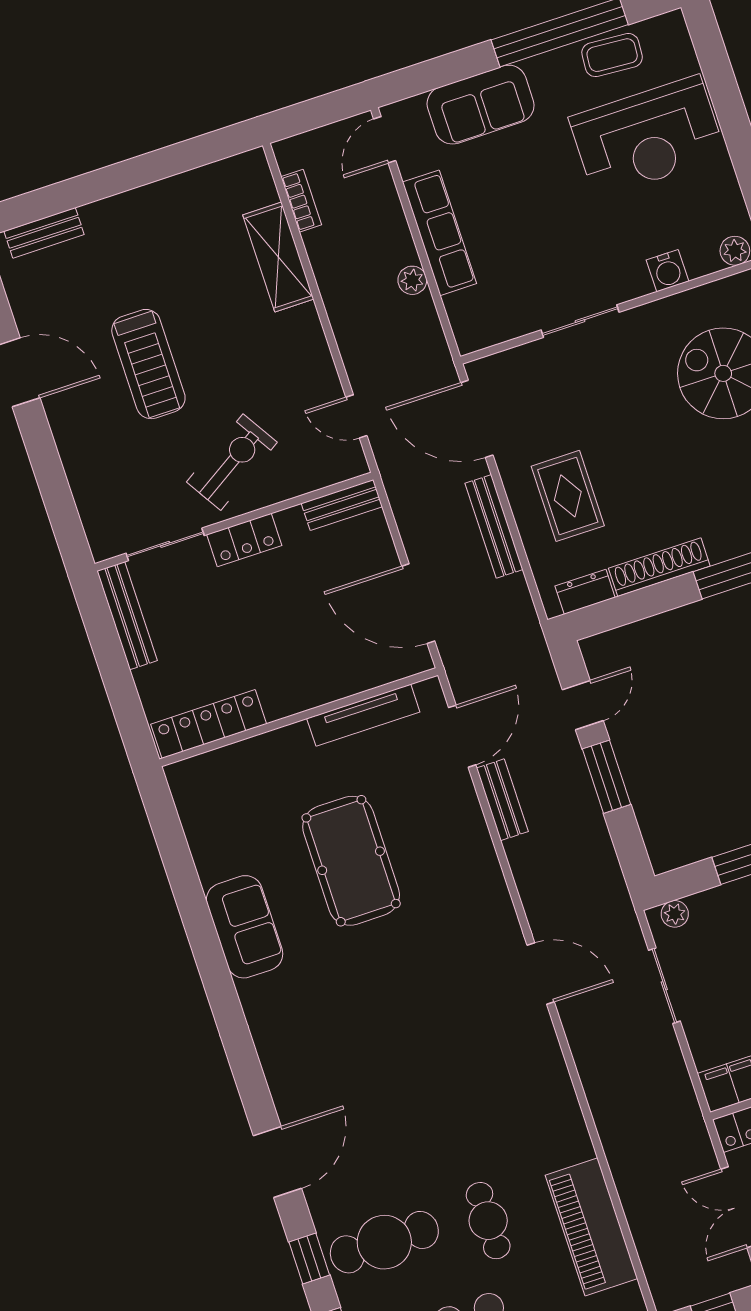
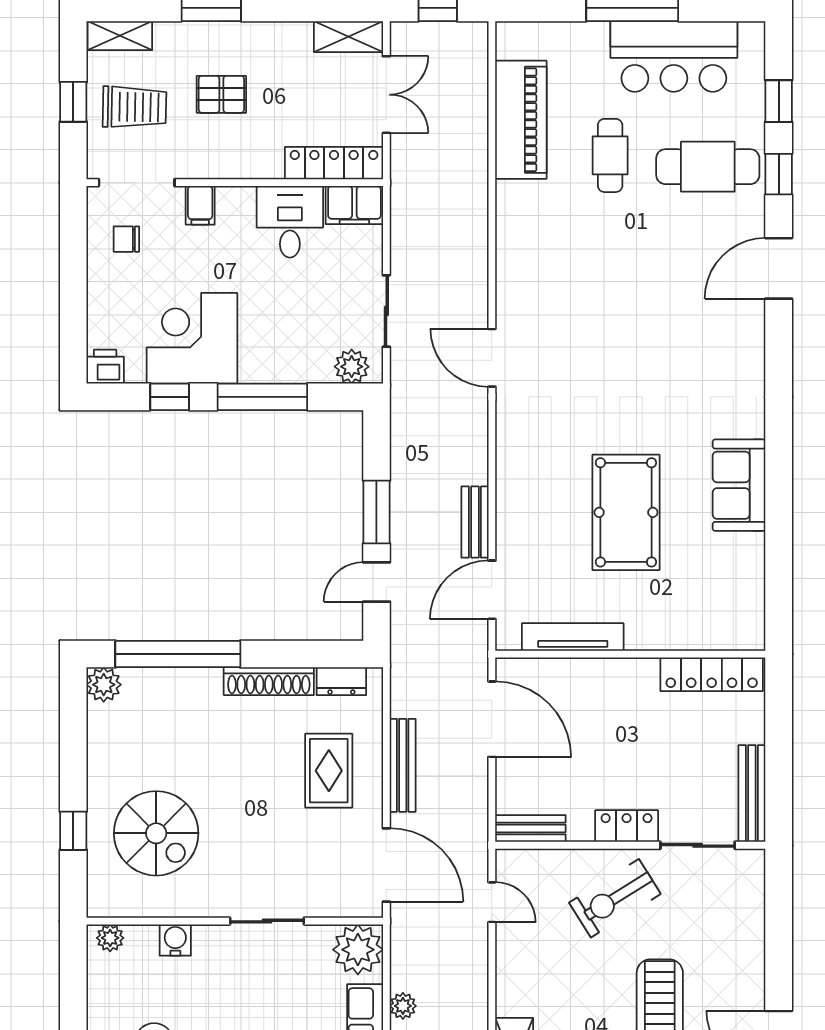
plant: (477, 323) -> (358, 950), added
plant: (675, 914) -> (352, 367), width x1.38, depth x1.38

